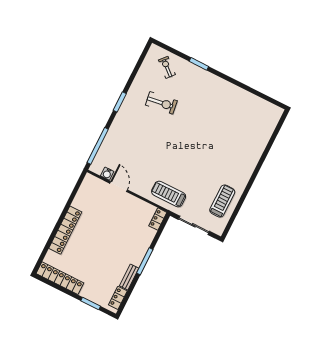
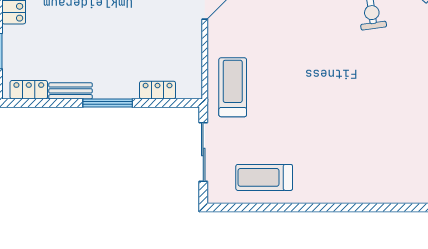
treadmill: (222, 201) -> (264, 177), turned 180
locker: (158, 219) -> (158, 90), moved

